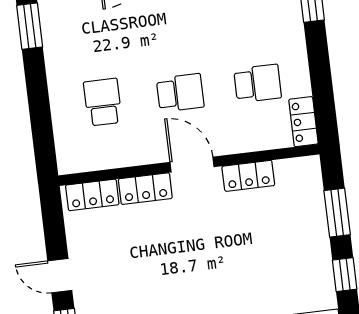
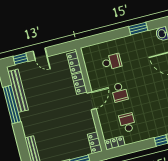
school desk: (258, 83) -> (127, 123), turned 180
locker: (248, 176) -> (95, 143), moved
door: (60, 276) -> (40, 54), swing flipped

